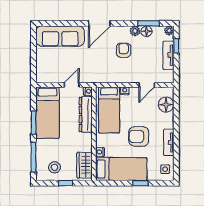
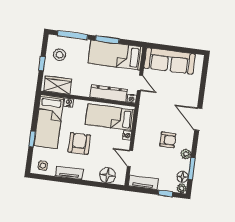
floor lamp: (147, 31) -> (182, 177), moved
sofa: (60, 36) -> (170, 61), moved, turned -90
tv unit: (168, 55) -> (143, 182), moved

